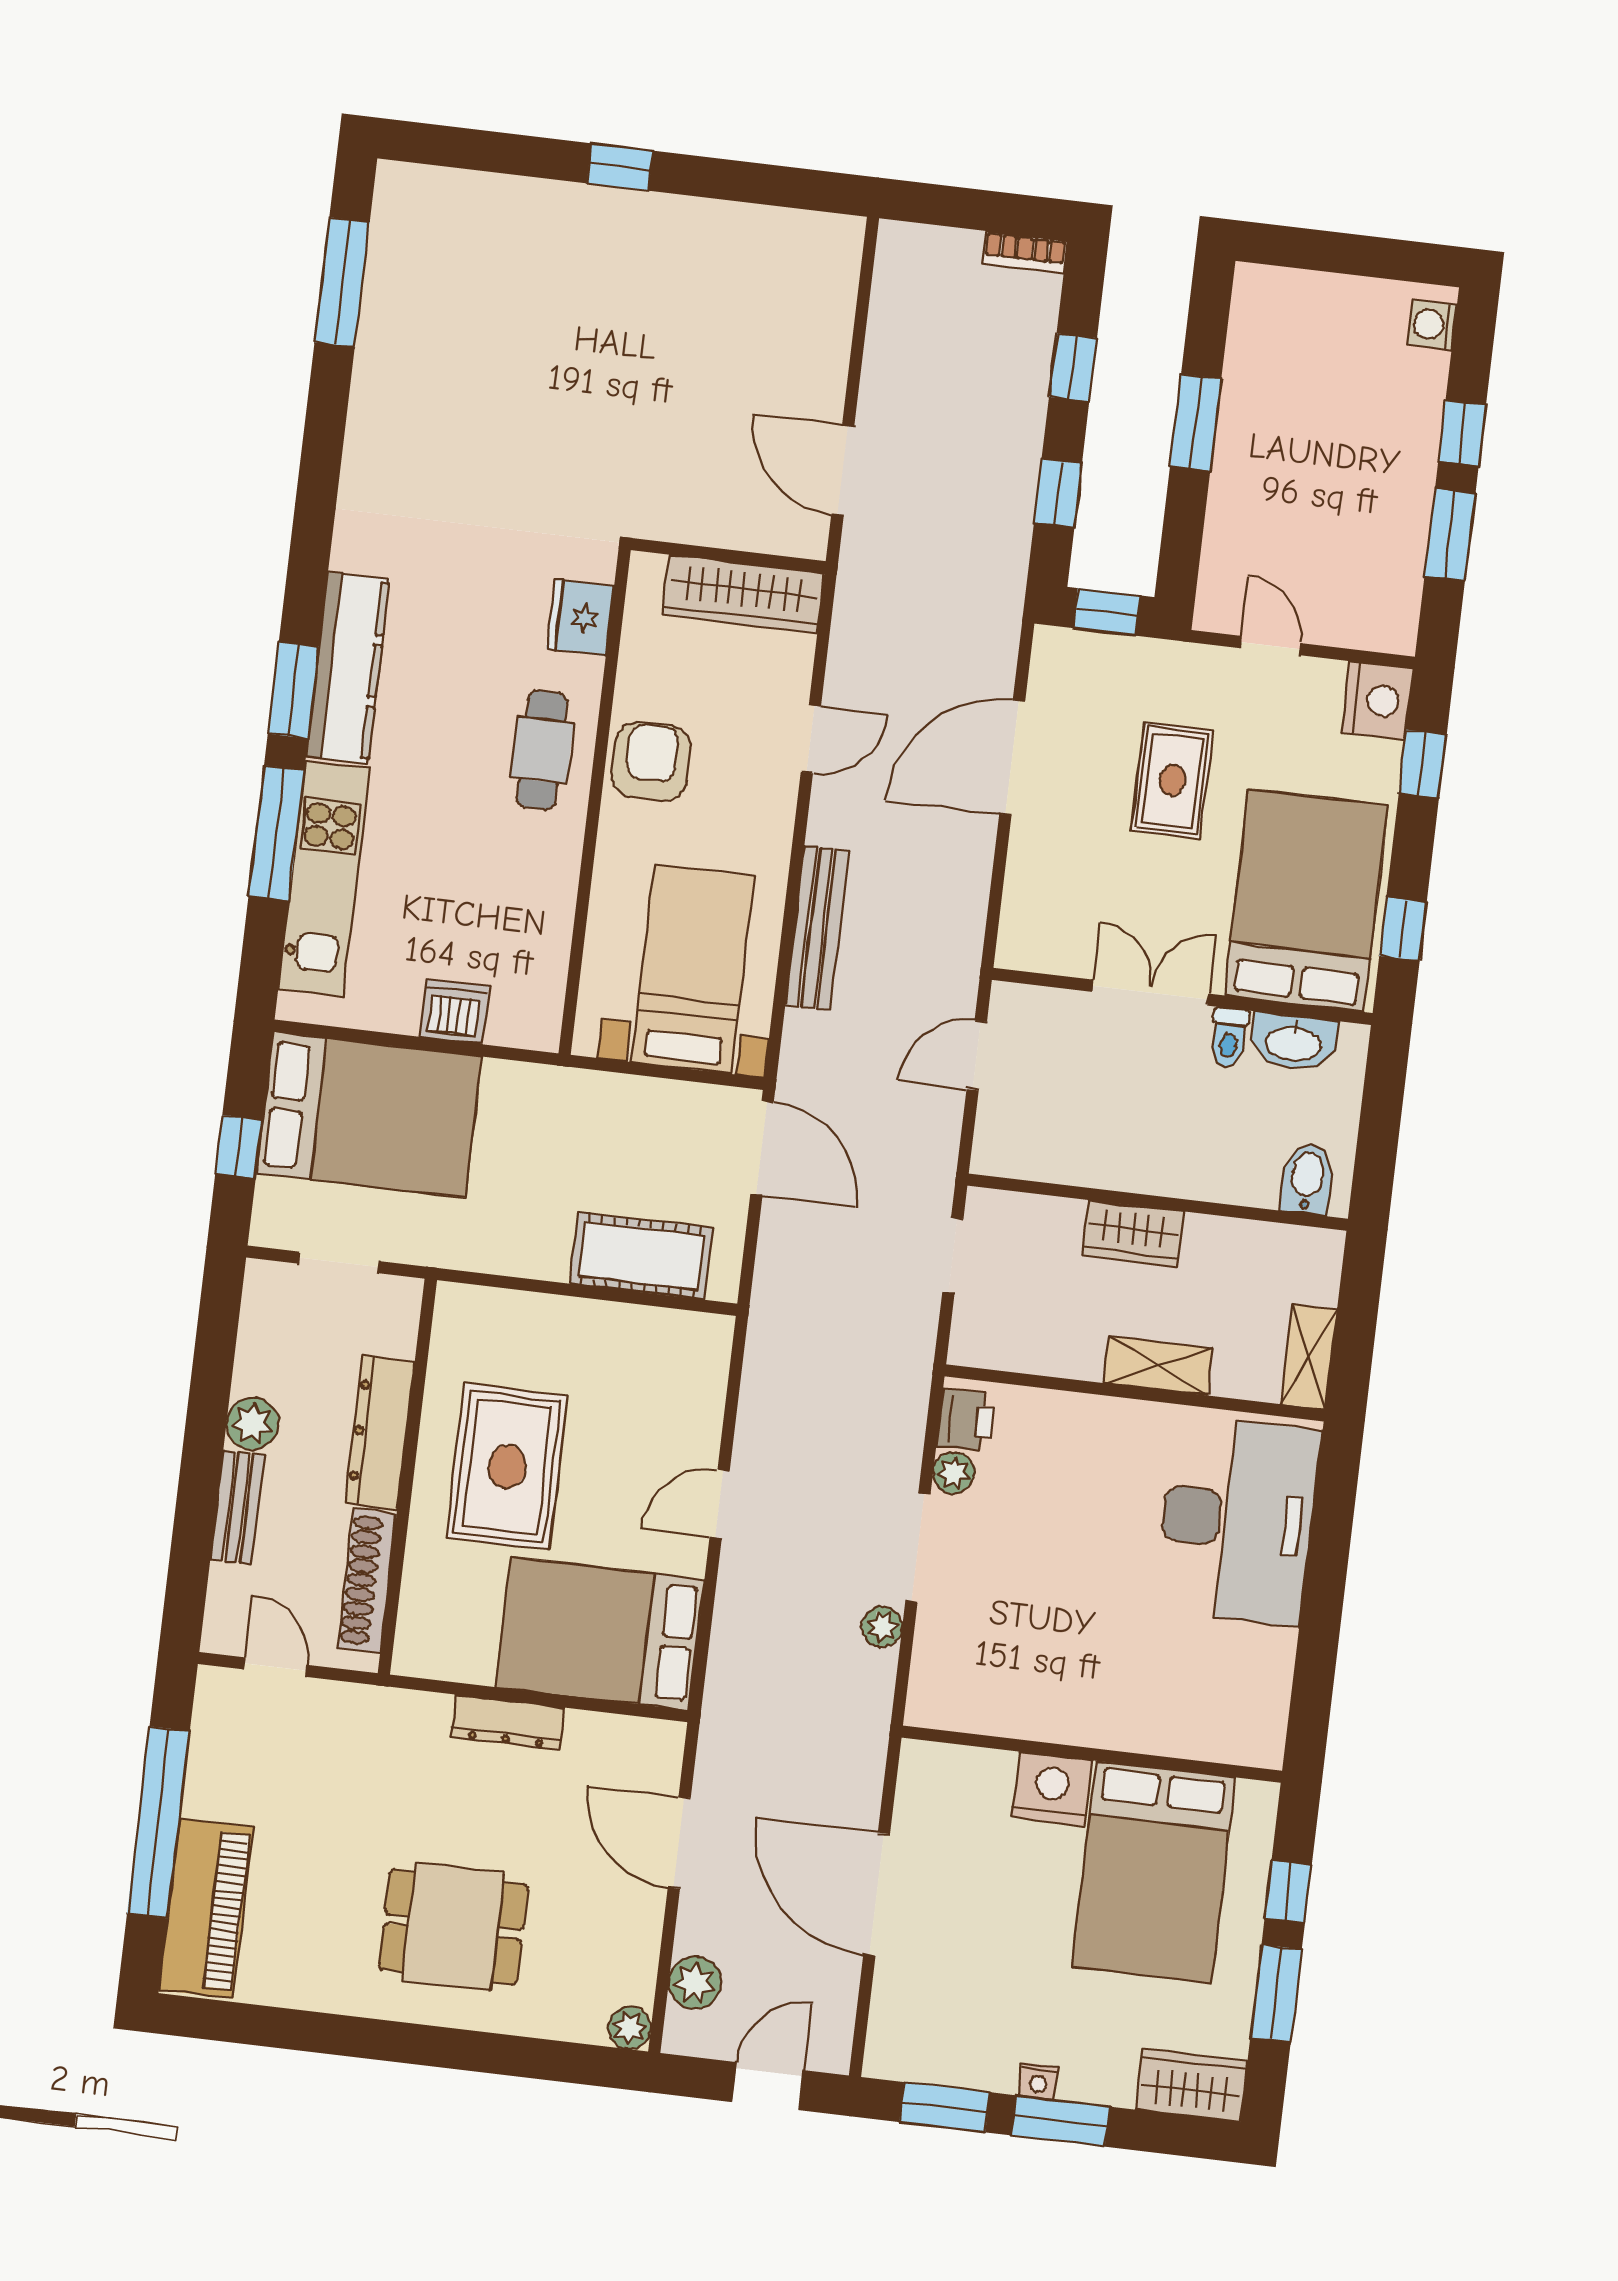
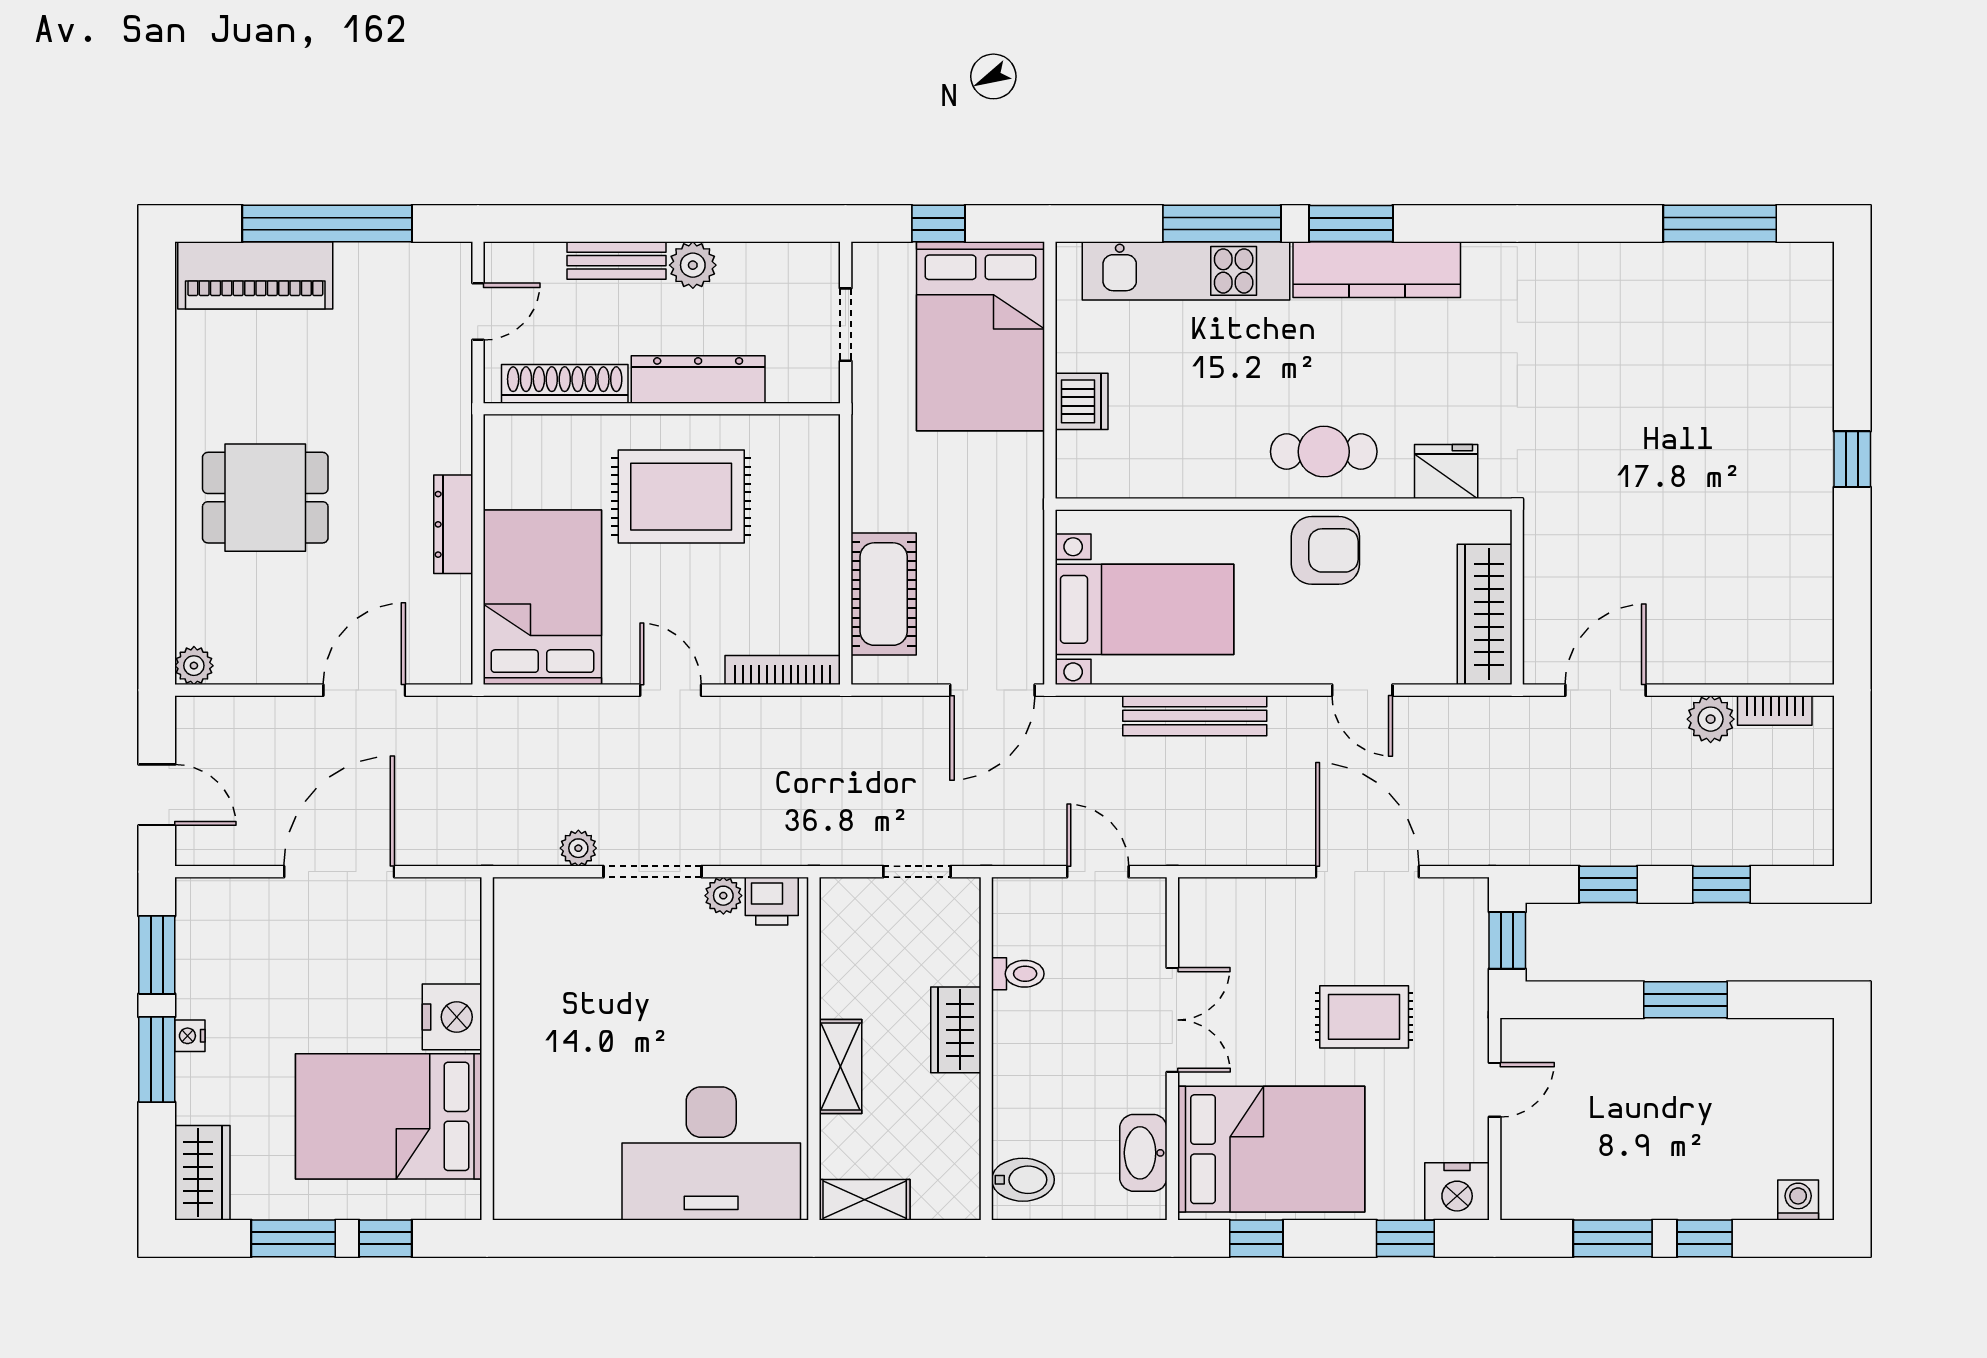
bookcase: (1025, 252) -> (1775, 710), moved, turned -90
toilet: (1229, 1037) -> (1018, 974), moved, turned 180
bookcase: (712, 1377) -> (783, 670), added
dining table: (453, 1927) -> (265, 498), turned 90
plant: (695, 1983) -> (1711, 719), moved

